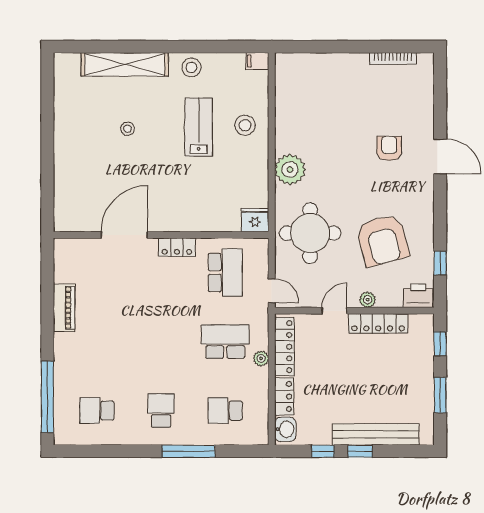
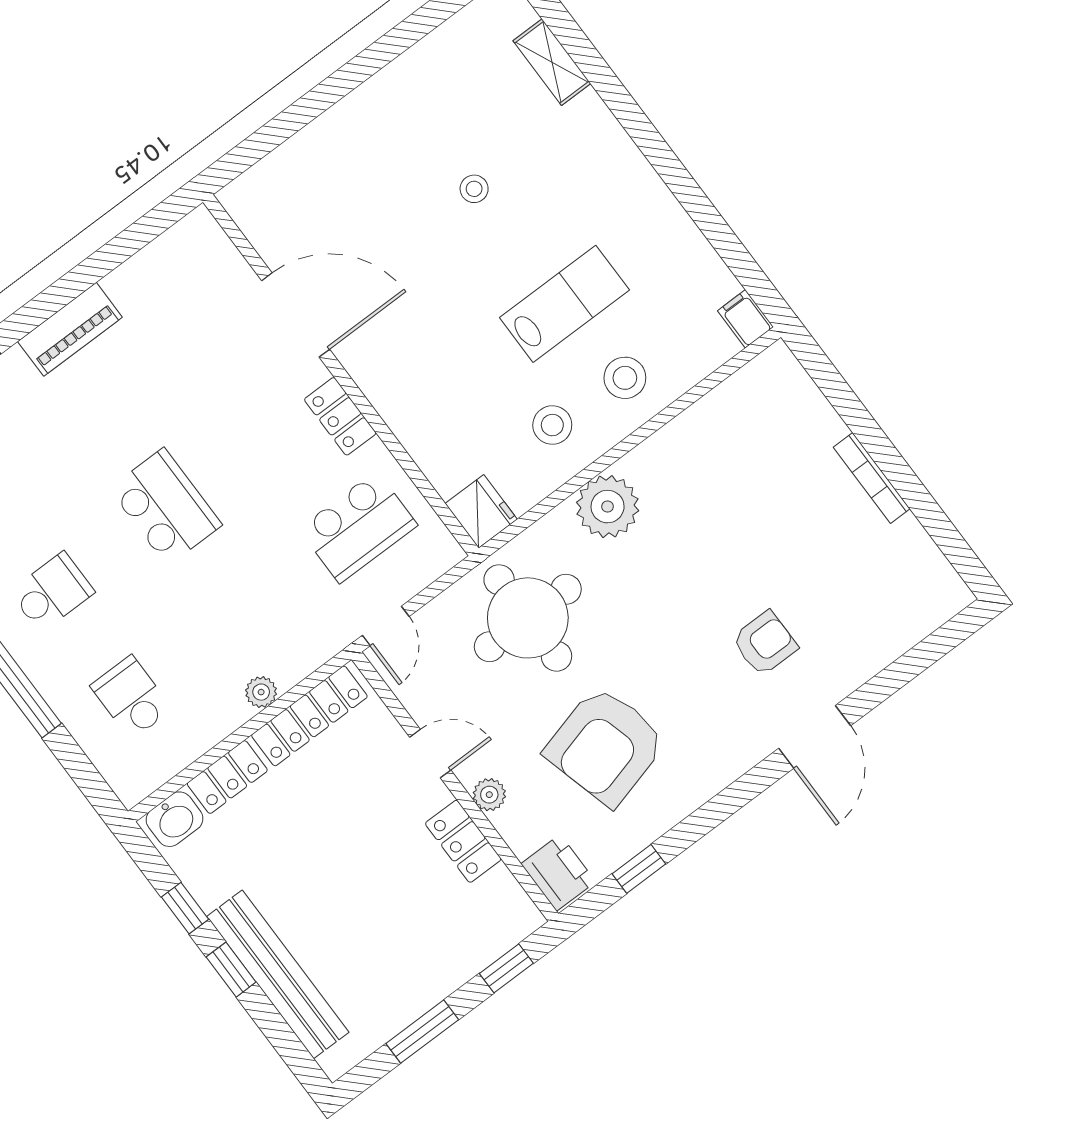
bookcase: (393, 58) -> (872, 478), moved
shelving: (125, 64) -> (552, 62), width x0.45, depth x0.75
stool: (191, 67) -> (552, 425), moved
piano: (64, 308) -> (70, 329), moved
locker: (378, 323) -> (463, 841), width x0.66
school desk: (225, 342) -> (166, 507), moved

